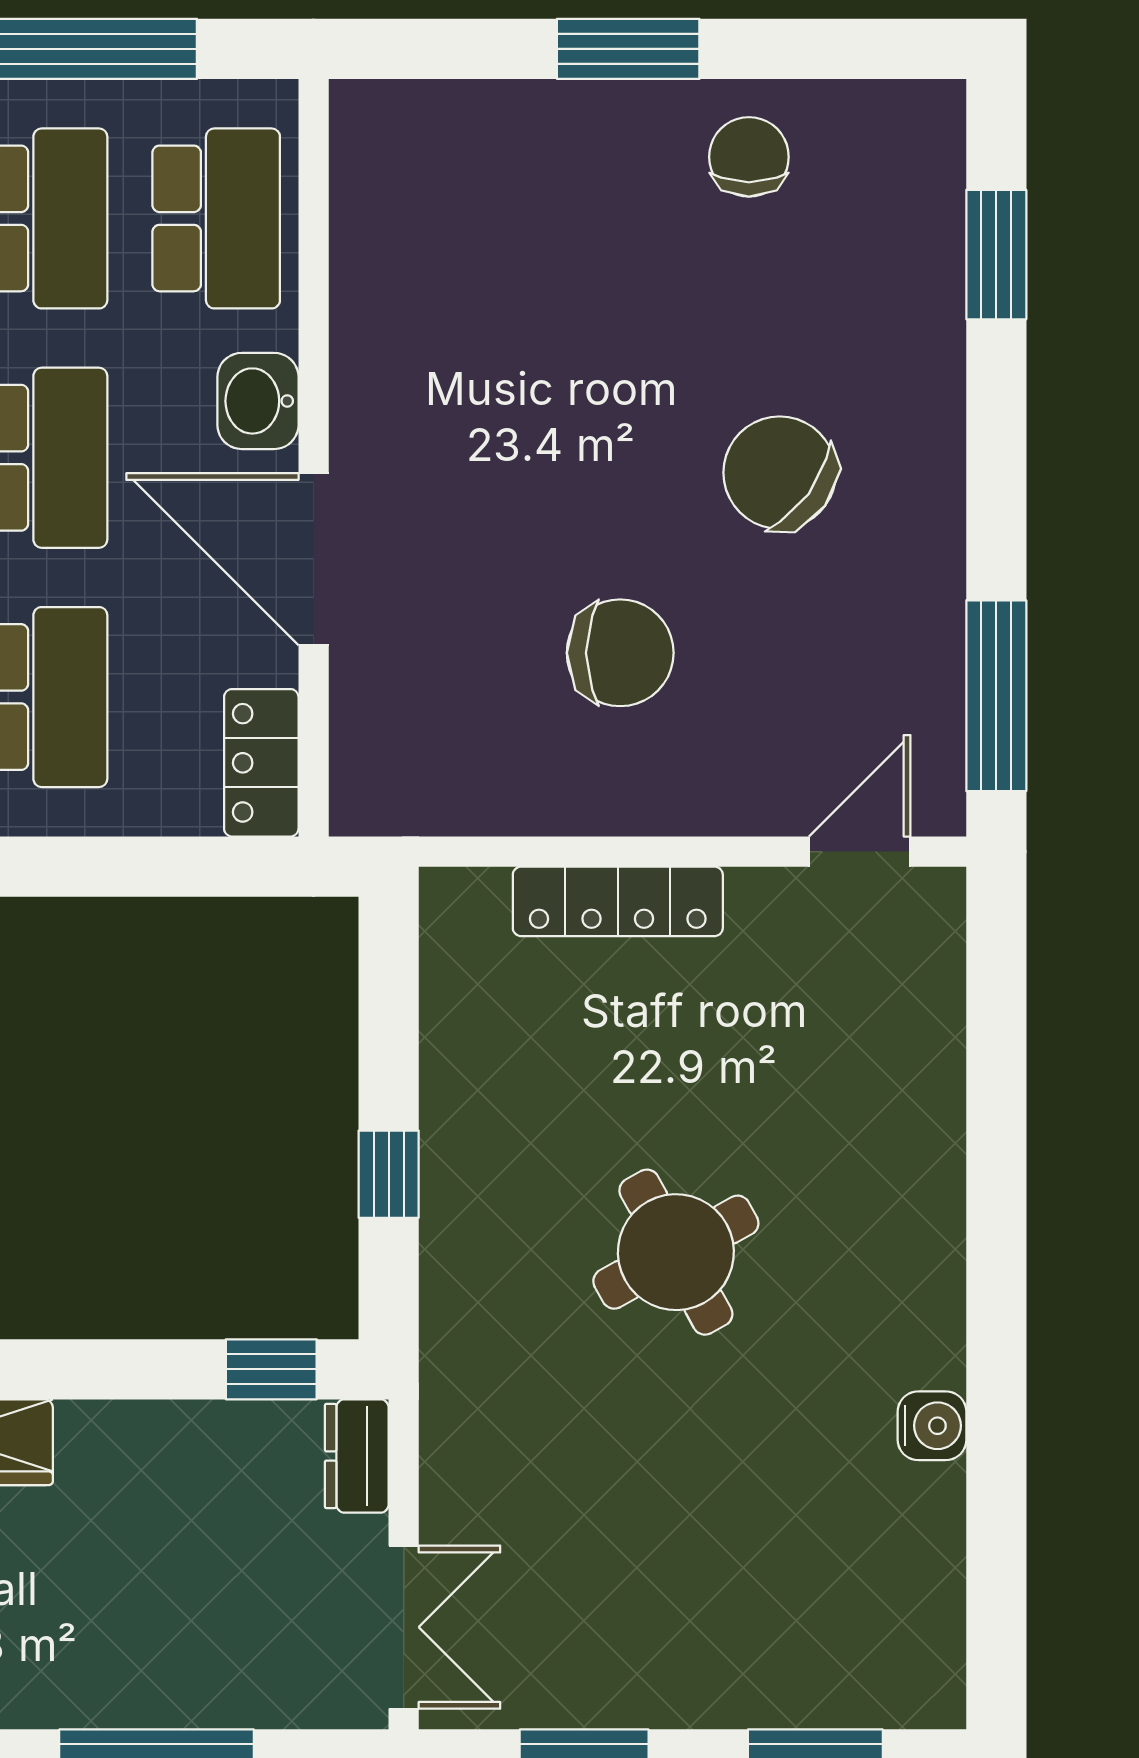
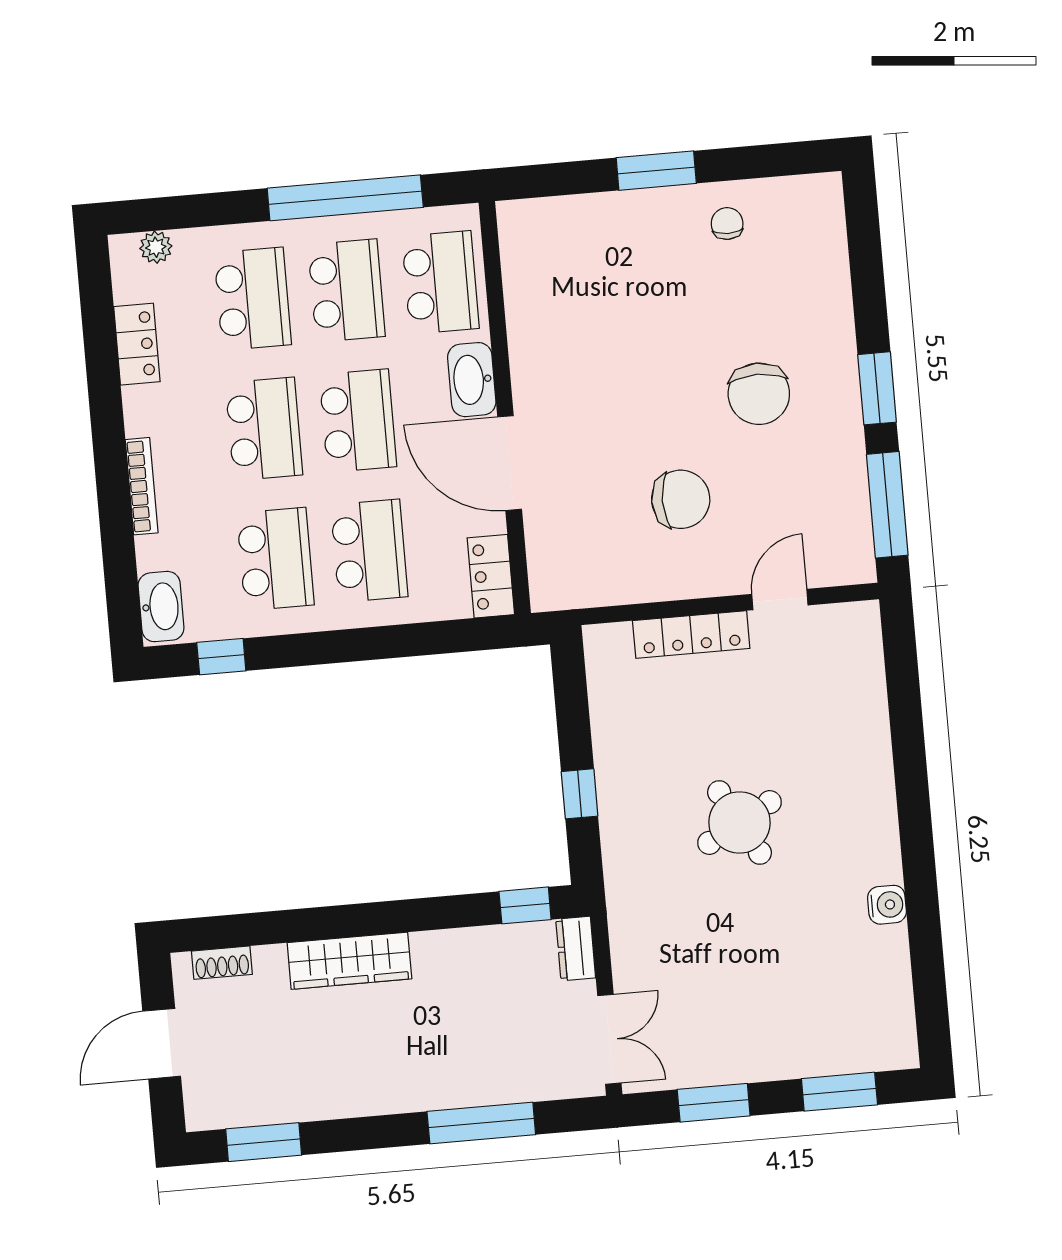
chair: (749, 157) -> (727, 224), width x0.73, depth x0.73
window: (996, 255) -> (877, 388), moved
washbasin: (258, 401) -> (472, 380), width x1.38
chair: (780, 473) -> (759, 394), turned -126
door: (860, 852) -> (780, 600), moved

